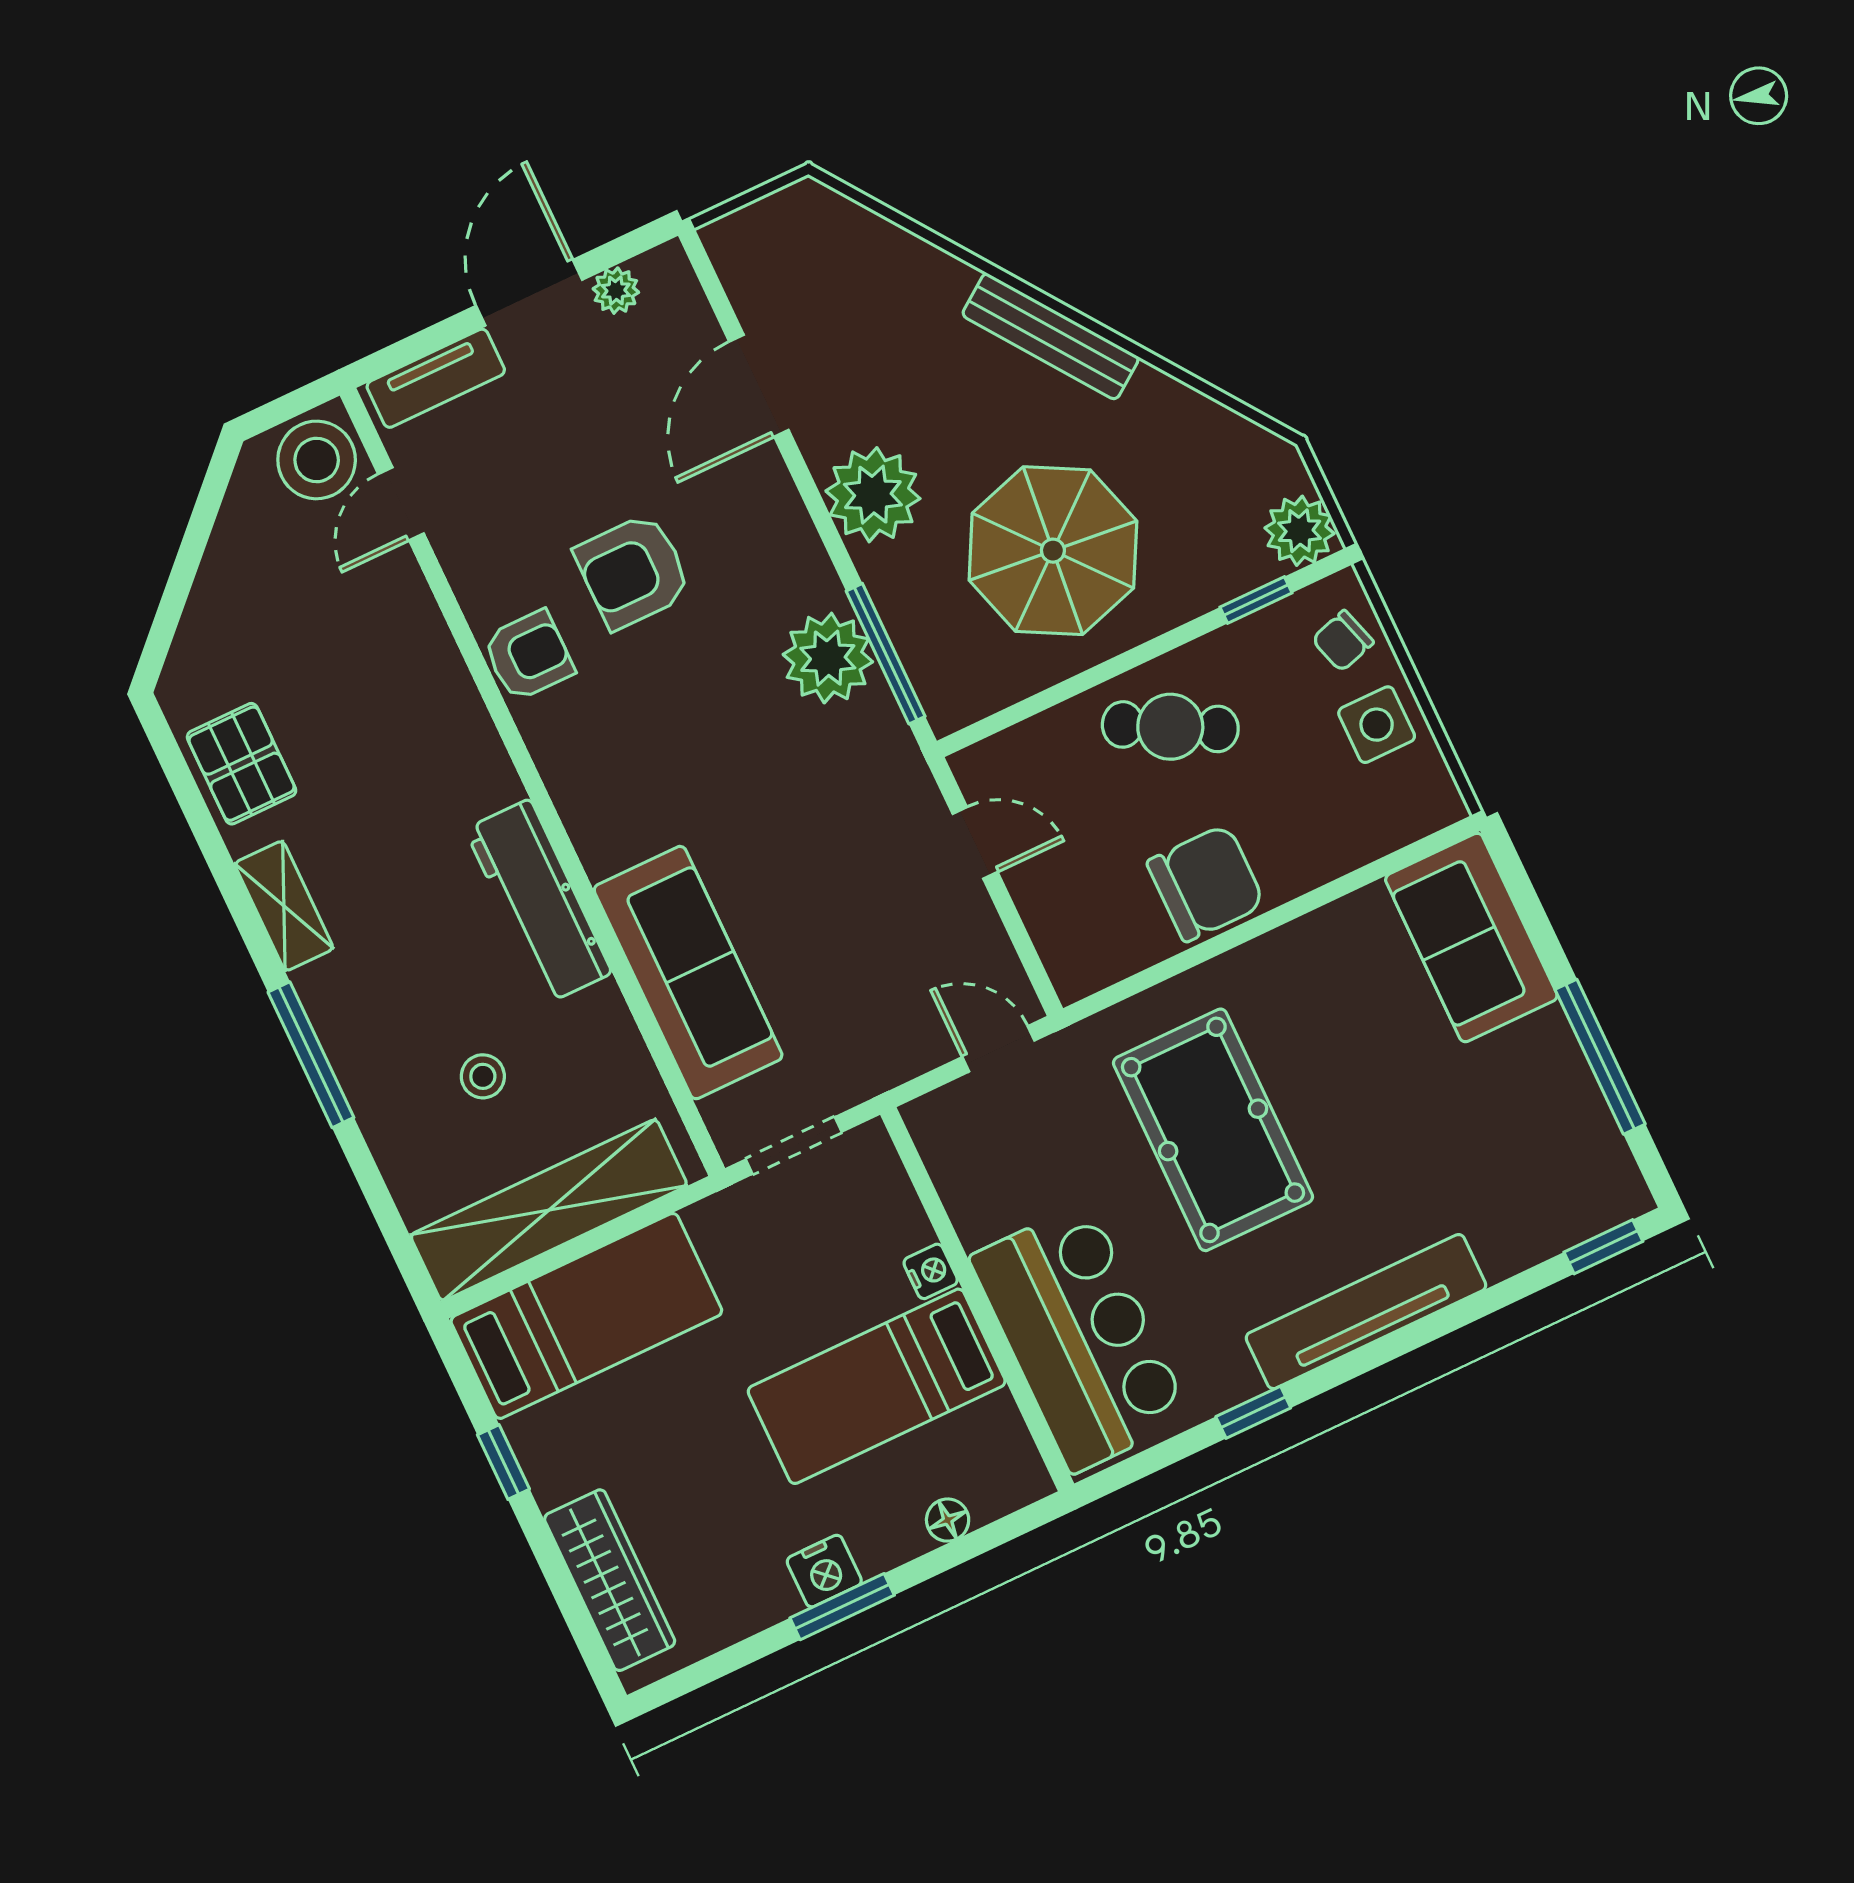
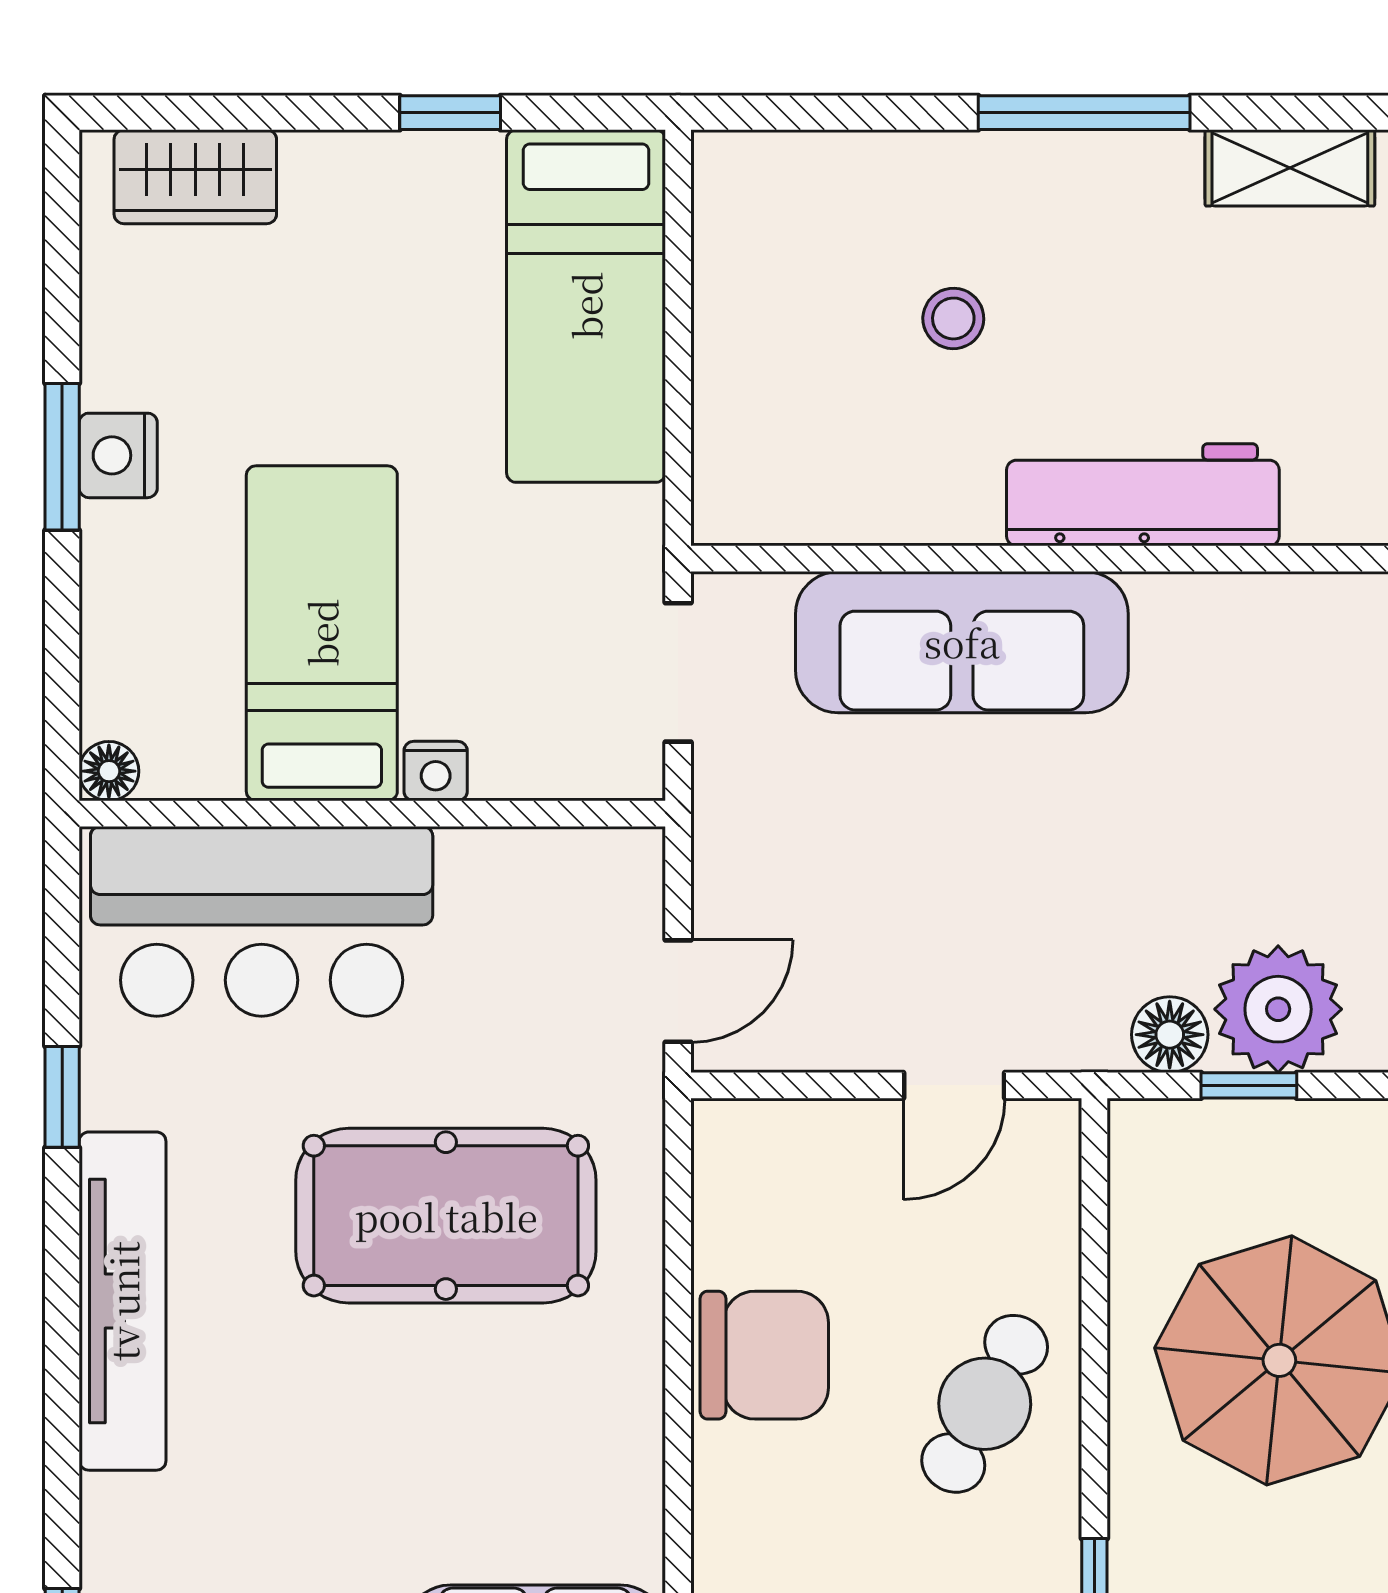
window: (886, 654) -> (1249, 1085), width x0.46
floor lamp: (877, 720) -> (1170, 1035), added
chair: (1206, 883) -> (764, 1355), turned -90
shelving: (549, 1210) -> (743, 322), removed
floor lamp: (948, 1520) -> (109, 771), moved
wardrobe: (610, 1580) -> (195, 177), width x0.67

